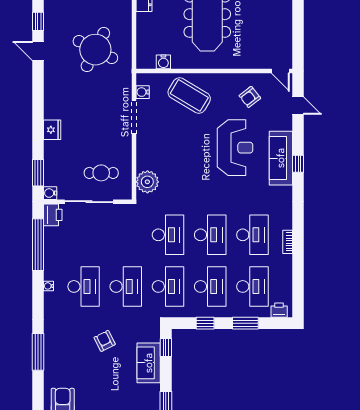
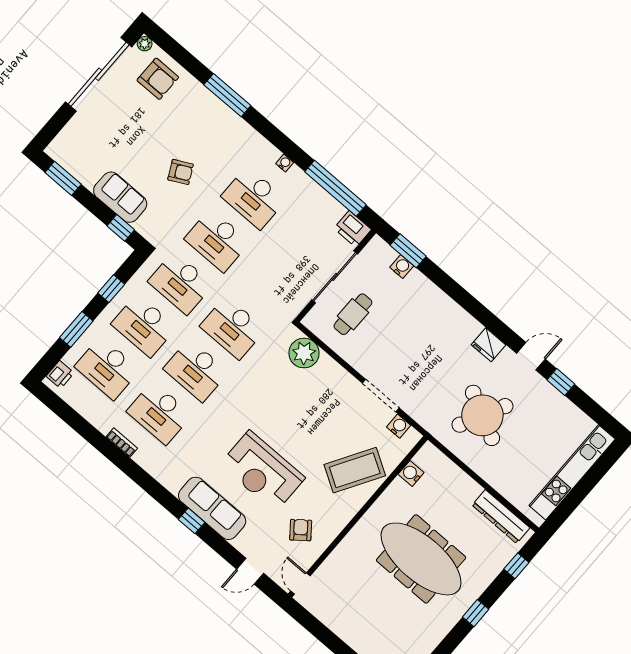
door: (280, 71) -> (300, 583), hinge flipped
fridge: (52, 130) -> (489, 345), moved
water cooler: (50, 193) -> (402, 267), moved

